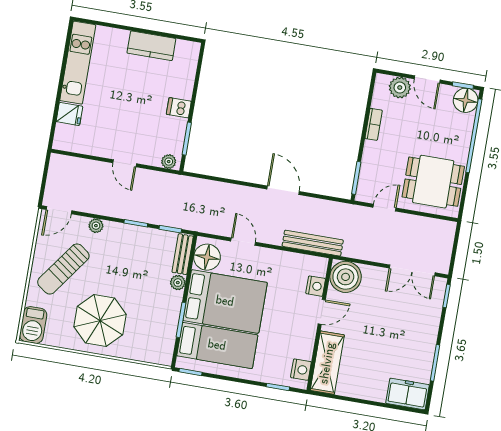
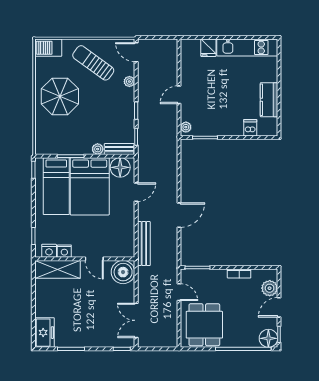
dishwasher: (179, 108) -> (250, 128), moved
nightstand: (316, 286) -> (64, 251), moved

